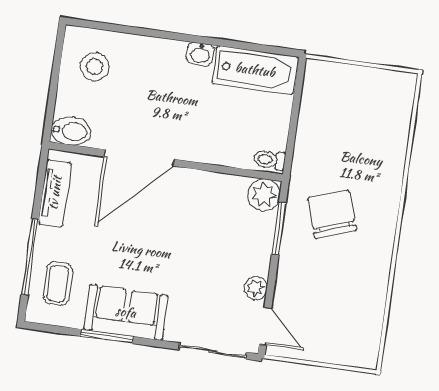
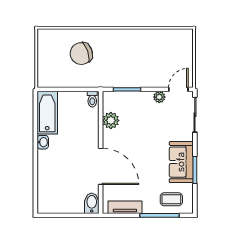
stool: (95, 67) -> (57, 196), removed
plant: (264, 195) -> (111, 120), moved
chair: (332, 214) -> (81, 54), moved

